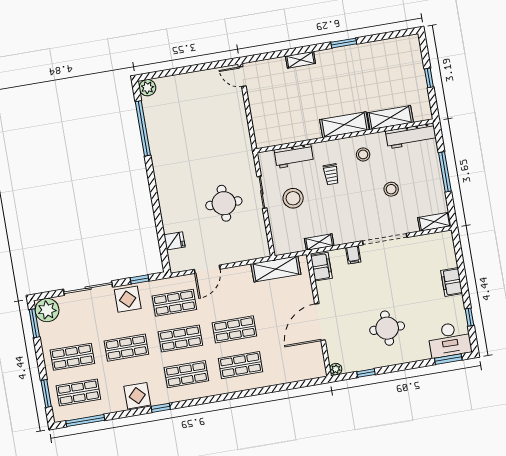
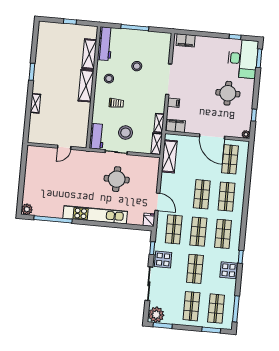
door: (242, 77) -> (64, 147), moved
workbench: (294, 156) -> (97, 136), moved
kitchen unit: (165, 186) -> (95, 215), added
shelving: (434, 222) -> (157, 144), moved
fridge: (174, 241) -> (149, 220), moved
filing cabinet: (452, 282) -> (186, 40), moved
desk: (450, 340) -> (243, 59), width x1.36, depth x1.30
shop shelf: (295, 356) -> (230, 159), added

